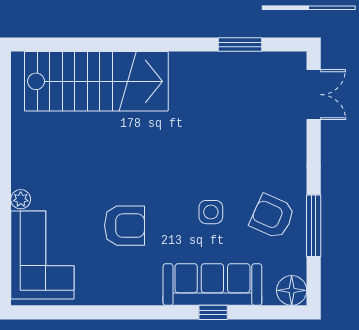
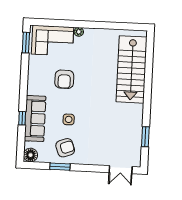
armchair: (272, 216) -> (65, 148), turned 46
window: (314, 226) -> (60, 167), width x0.69
window: (49, 312) -> (26, 43), added

